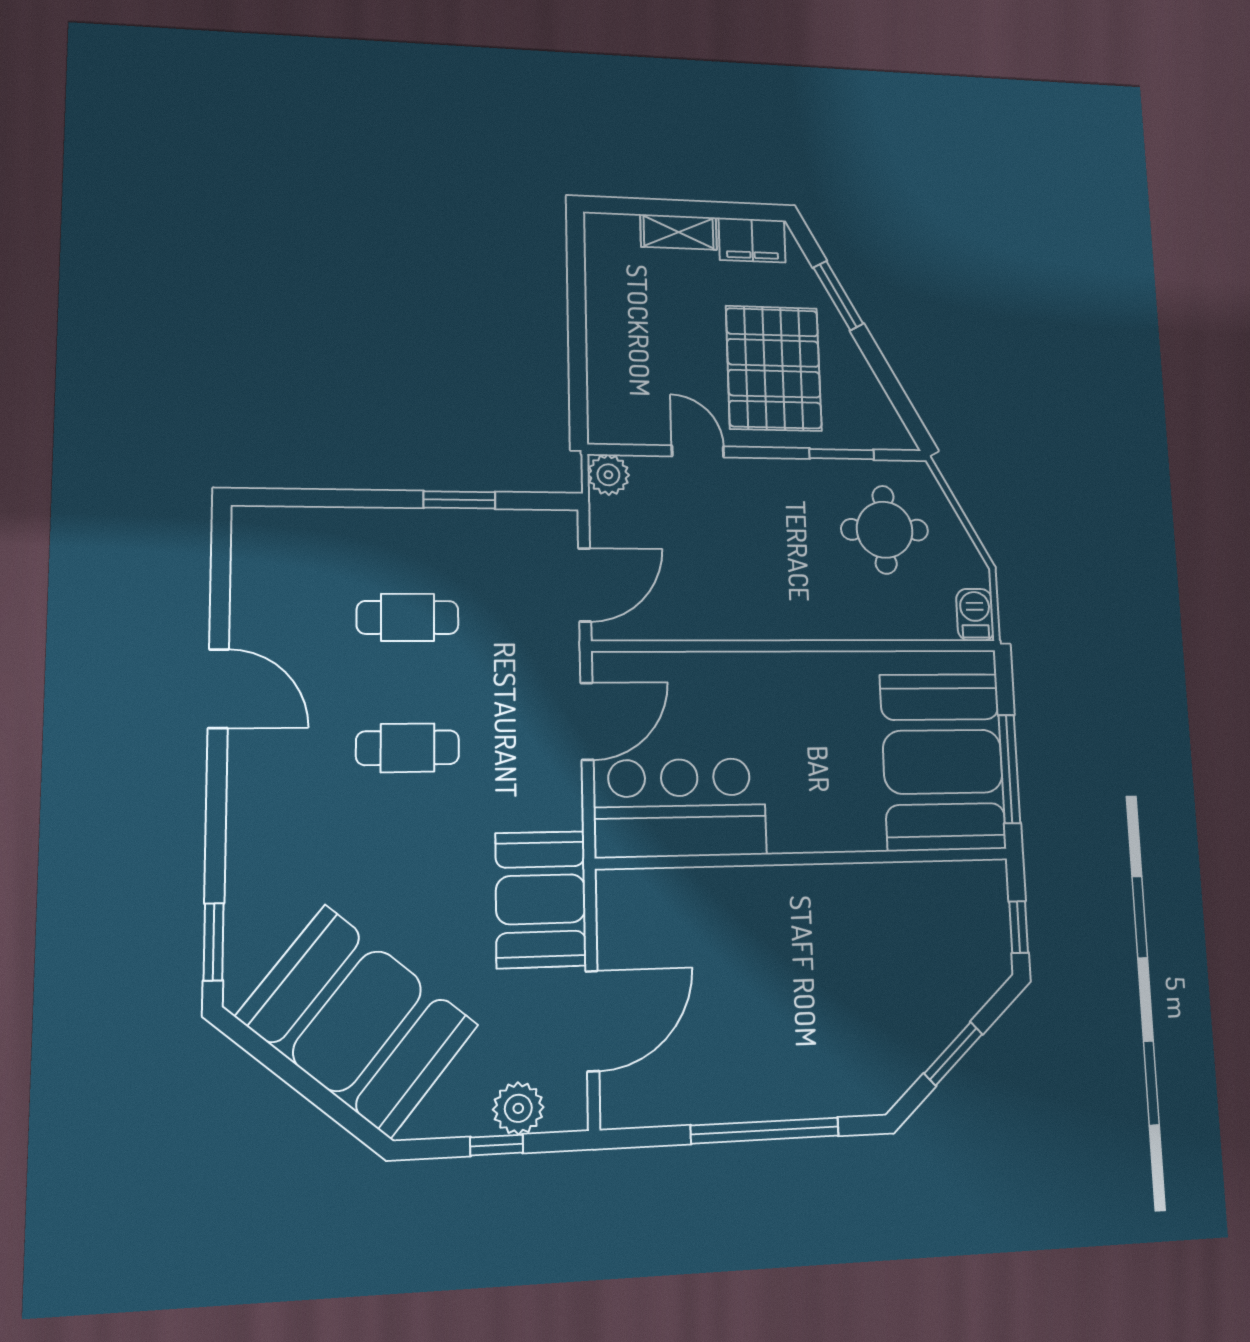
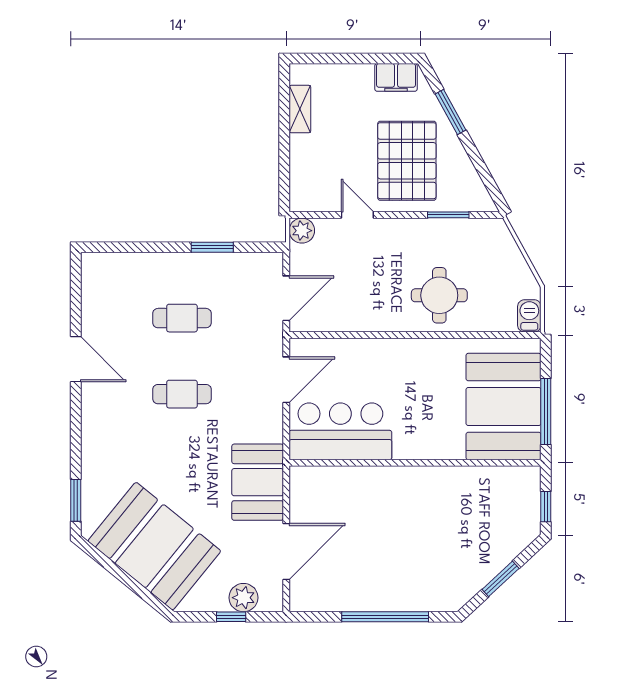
shelving: (679, 232) -> (300, 109), moved, turned 90
round table: (885, 530) -> (439, 295), moved

